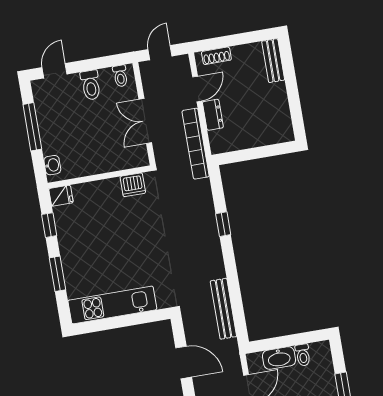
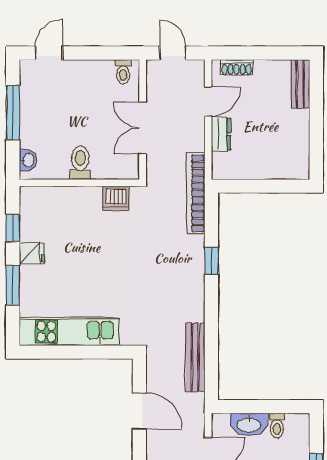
door: (160, 53) -> (173, 53), hinge flipped
toilet: (91, 85) -> (80, 163), moved, turned 180
bookcase: (196, 144) -> (196, 193), moved
fridge: (61, 196) -> (32, 253), moved

